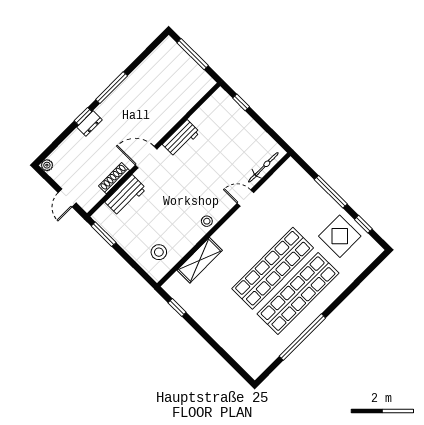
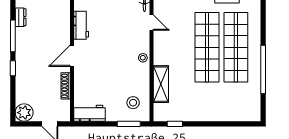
dresser: (90, 123) -> (21, 17), moved
plant: (47, 165) -> (24, 113), width x1.87, depth x1.87
workbench: (126, 195) -> (89, 113), moved, turned -90
door: (245, 198) -> (152, 23), swing flipped
window: (104, 234) -> (129, 124), moved

